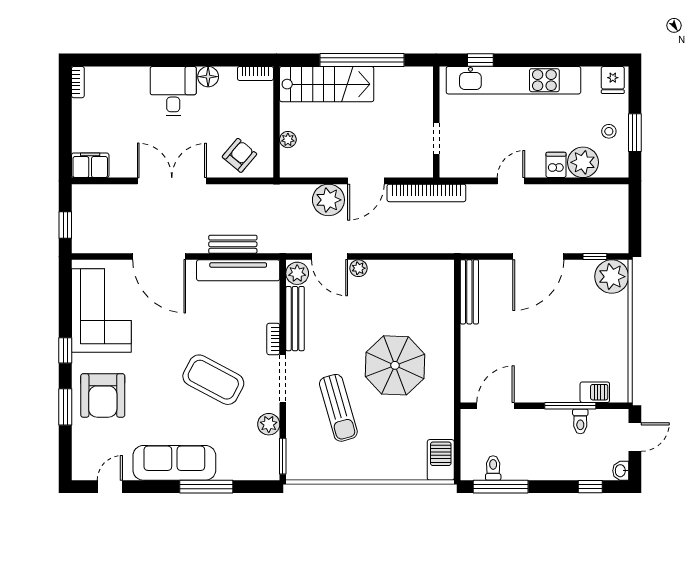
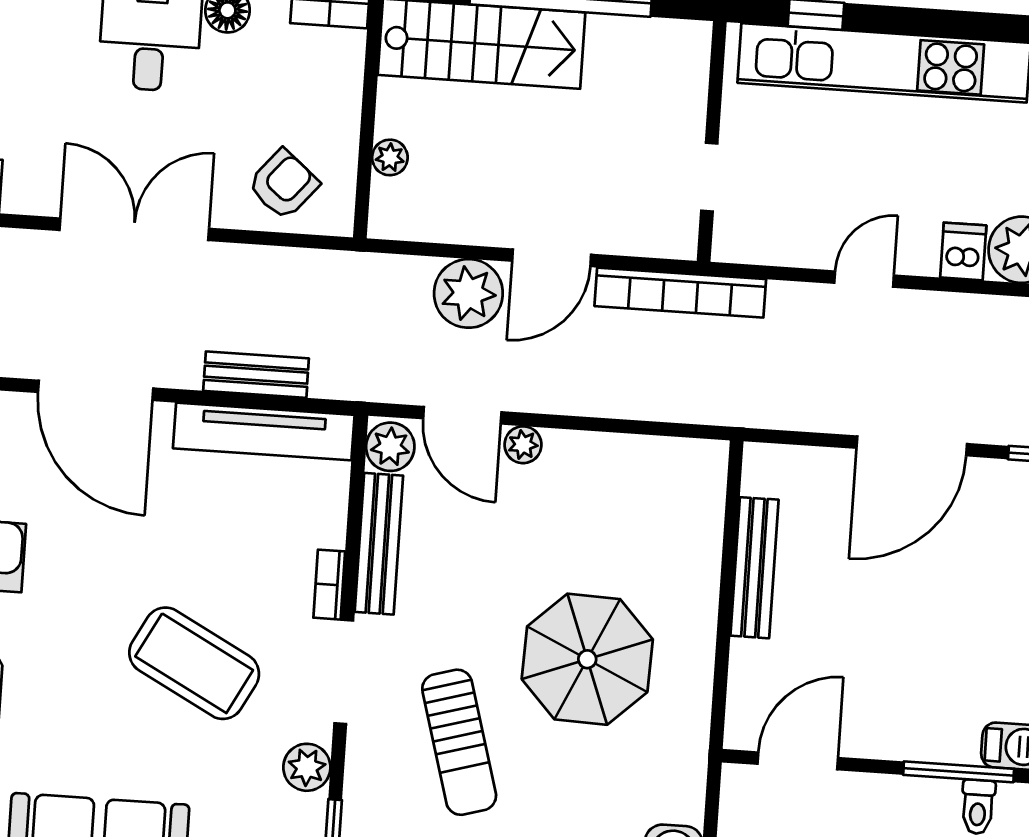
bench: (469, 292) -> (754, 568), moved

